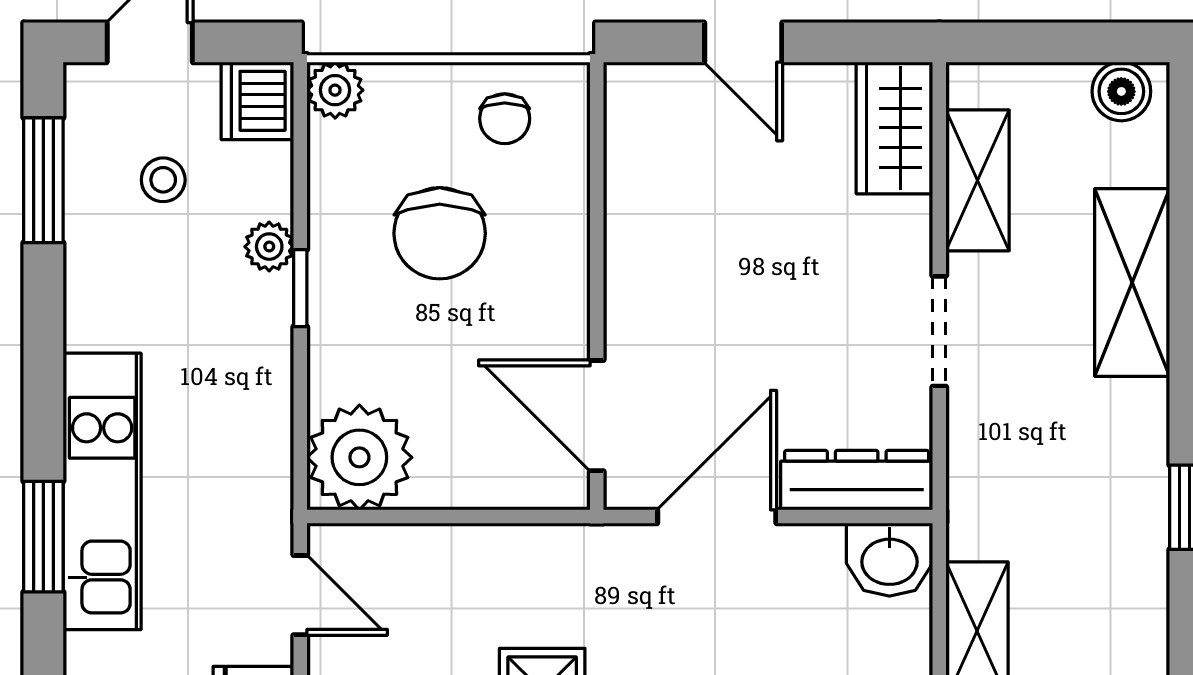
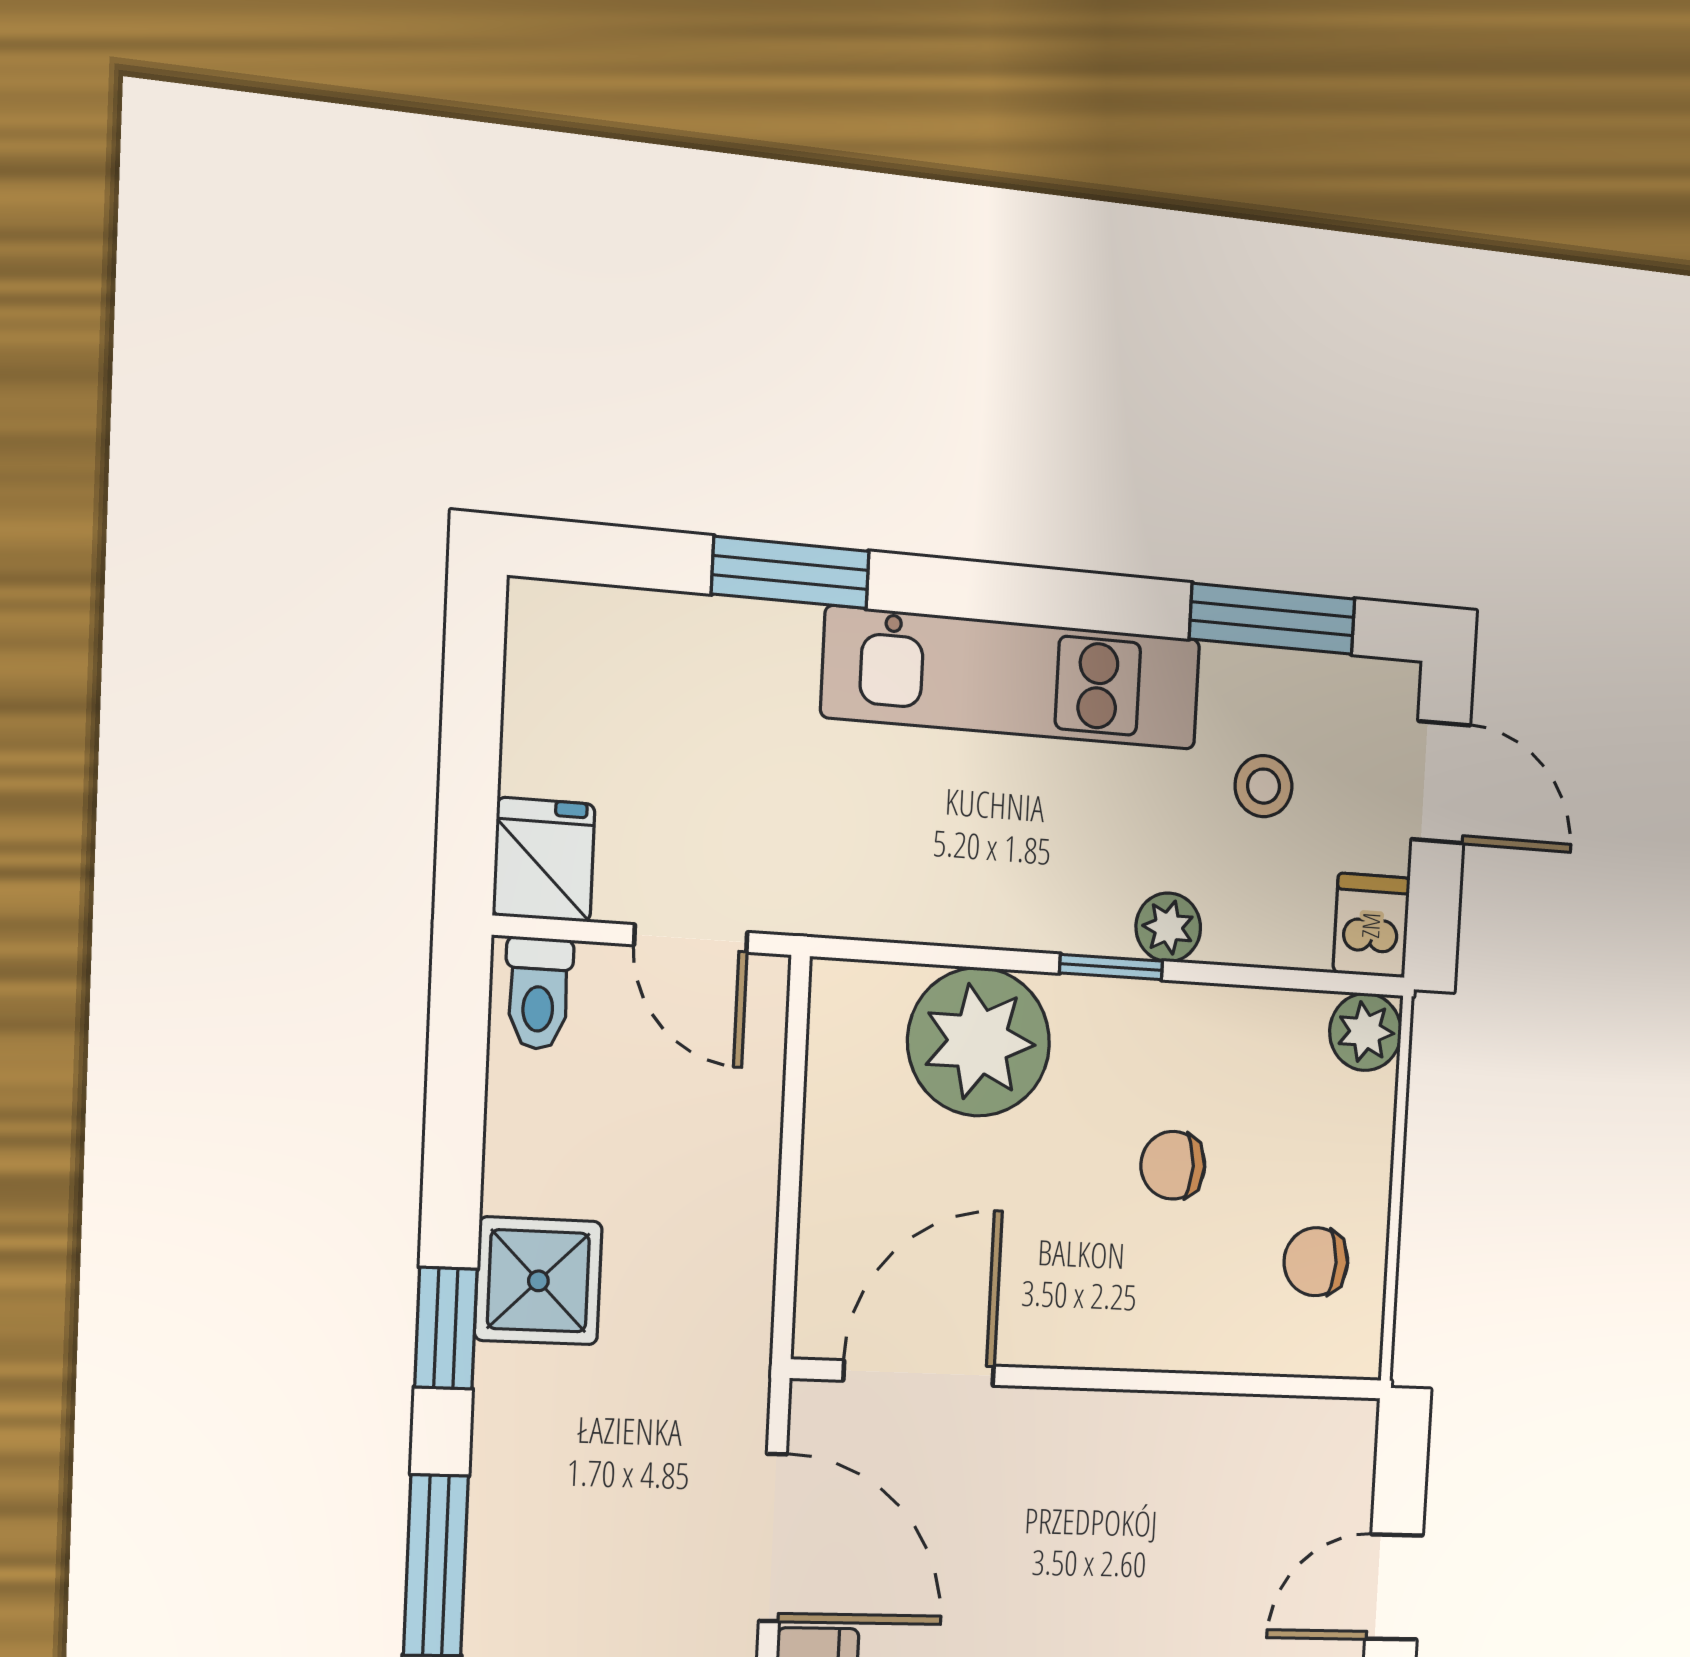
dishwasher: (257, 101) -> (1371, 925), width x0.73
chair: (440, 233) -> (1173, 1165), width x0.54, depth x0.54
plant: (359, 457) -> (979, 1042), moved
kitchen unit: (102, 491) -> (1012, 678), moved
door: (300, 595) -> (691, 939), hinge flipped

